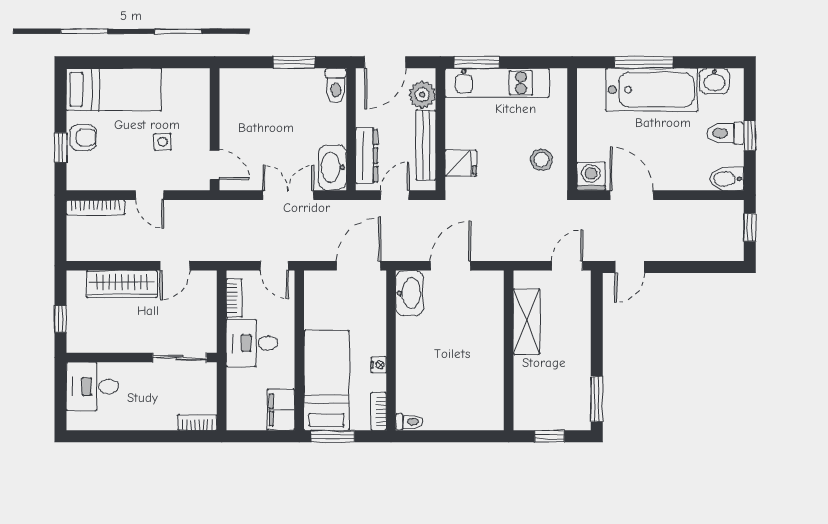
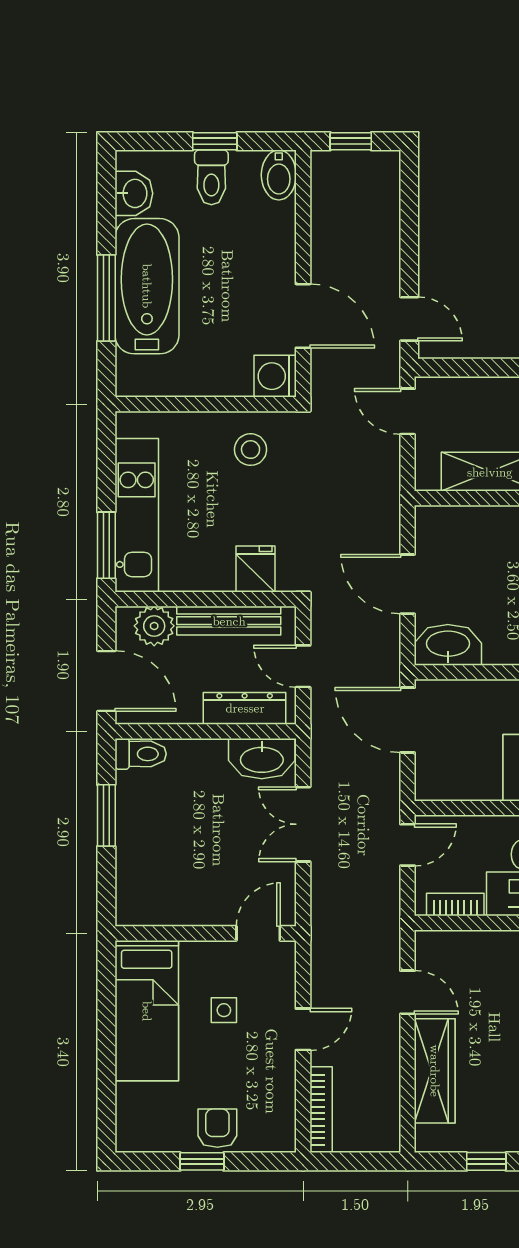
bed: (114, 90) -> (147, 1011), moved, turned 180
window: (60, 148) -> (202, 1161), moved
door: (632, 195) -> (303, 316), swing flipped

